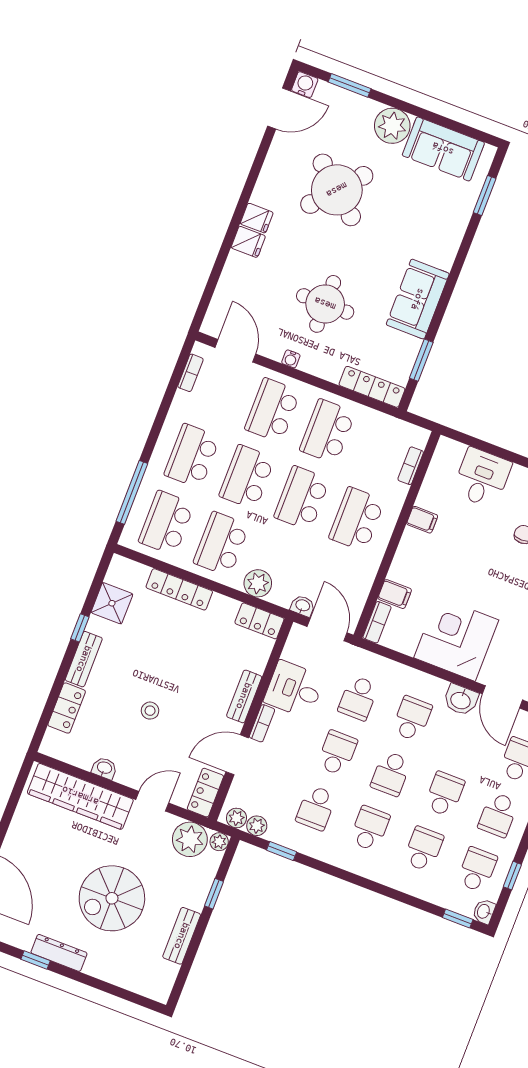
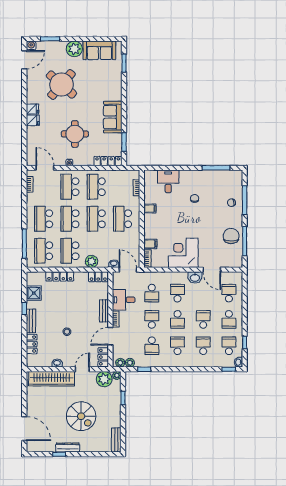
spiral stairs: (112, 898) -> (81, 416), turned -90
bench: (182, 936) -> (116, 440), moved

